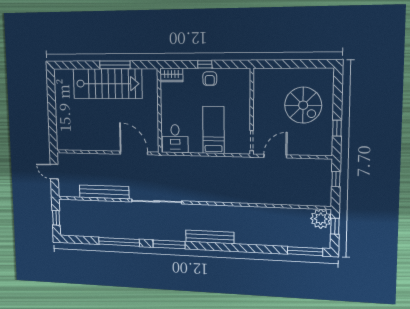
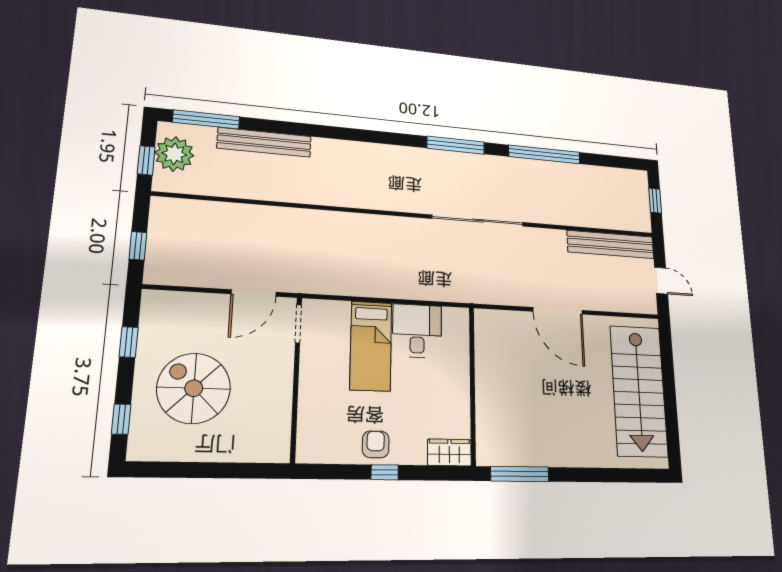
window: (115, 65) -> (520, 474), moved
stairs: (107, 84) -> (639, 391), moved, turned -90
window: (338, 89) -> (121, 419), added
desk: (175, 139) -> (417, 331), moved
door: (134, 153) -> (558, 311), moved
bench: (104, 192) -> (611, 244), moved
plant: (321, 219) -> (174, 154), moved
bench: (210, 237) -> (264, 142), moved

